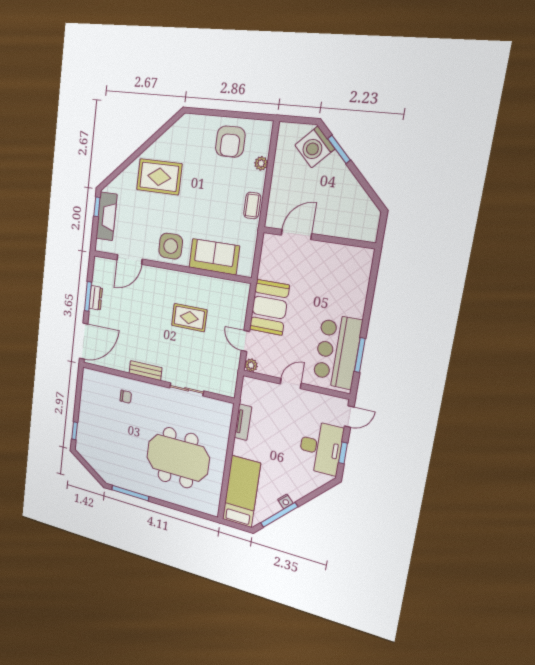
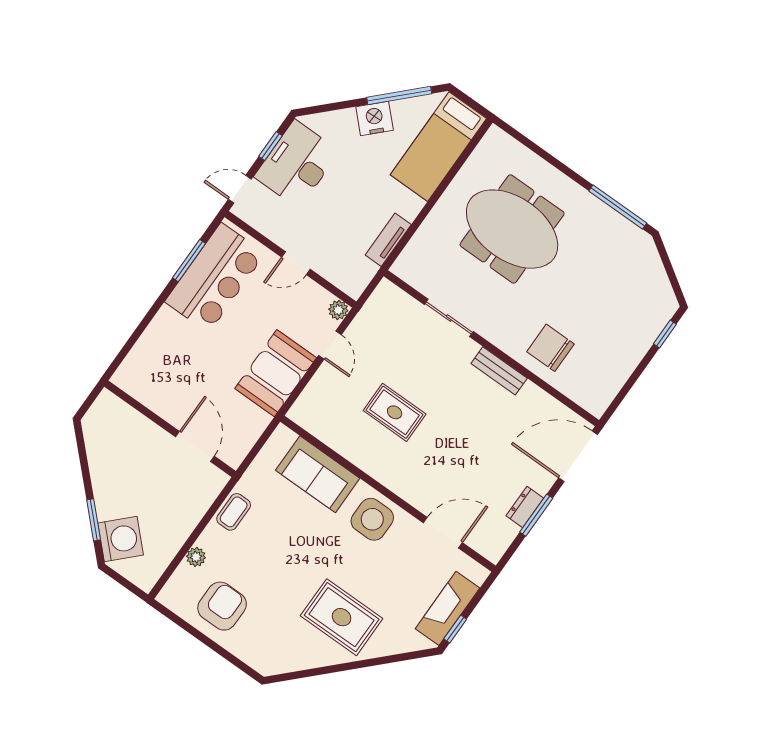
door: (296, 234) -> (195, 447), swing flipped
chair: (126, 397) -> (550, 348), width x1.87, depth x1.87
nightstand: (285, 501) -> (375, 118), width x1.89, depth x1.79

